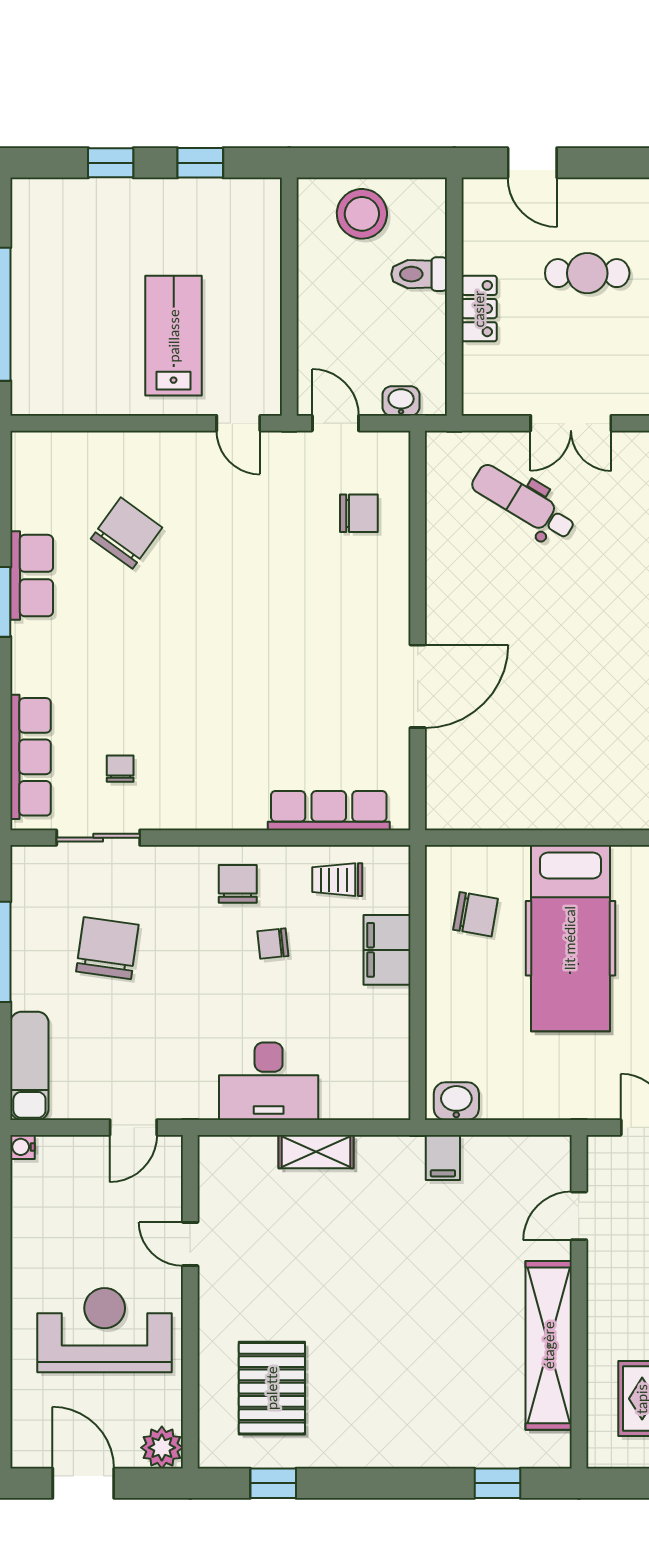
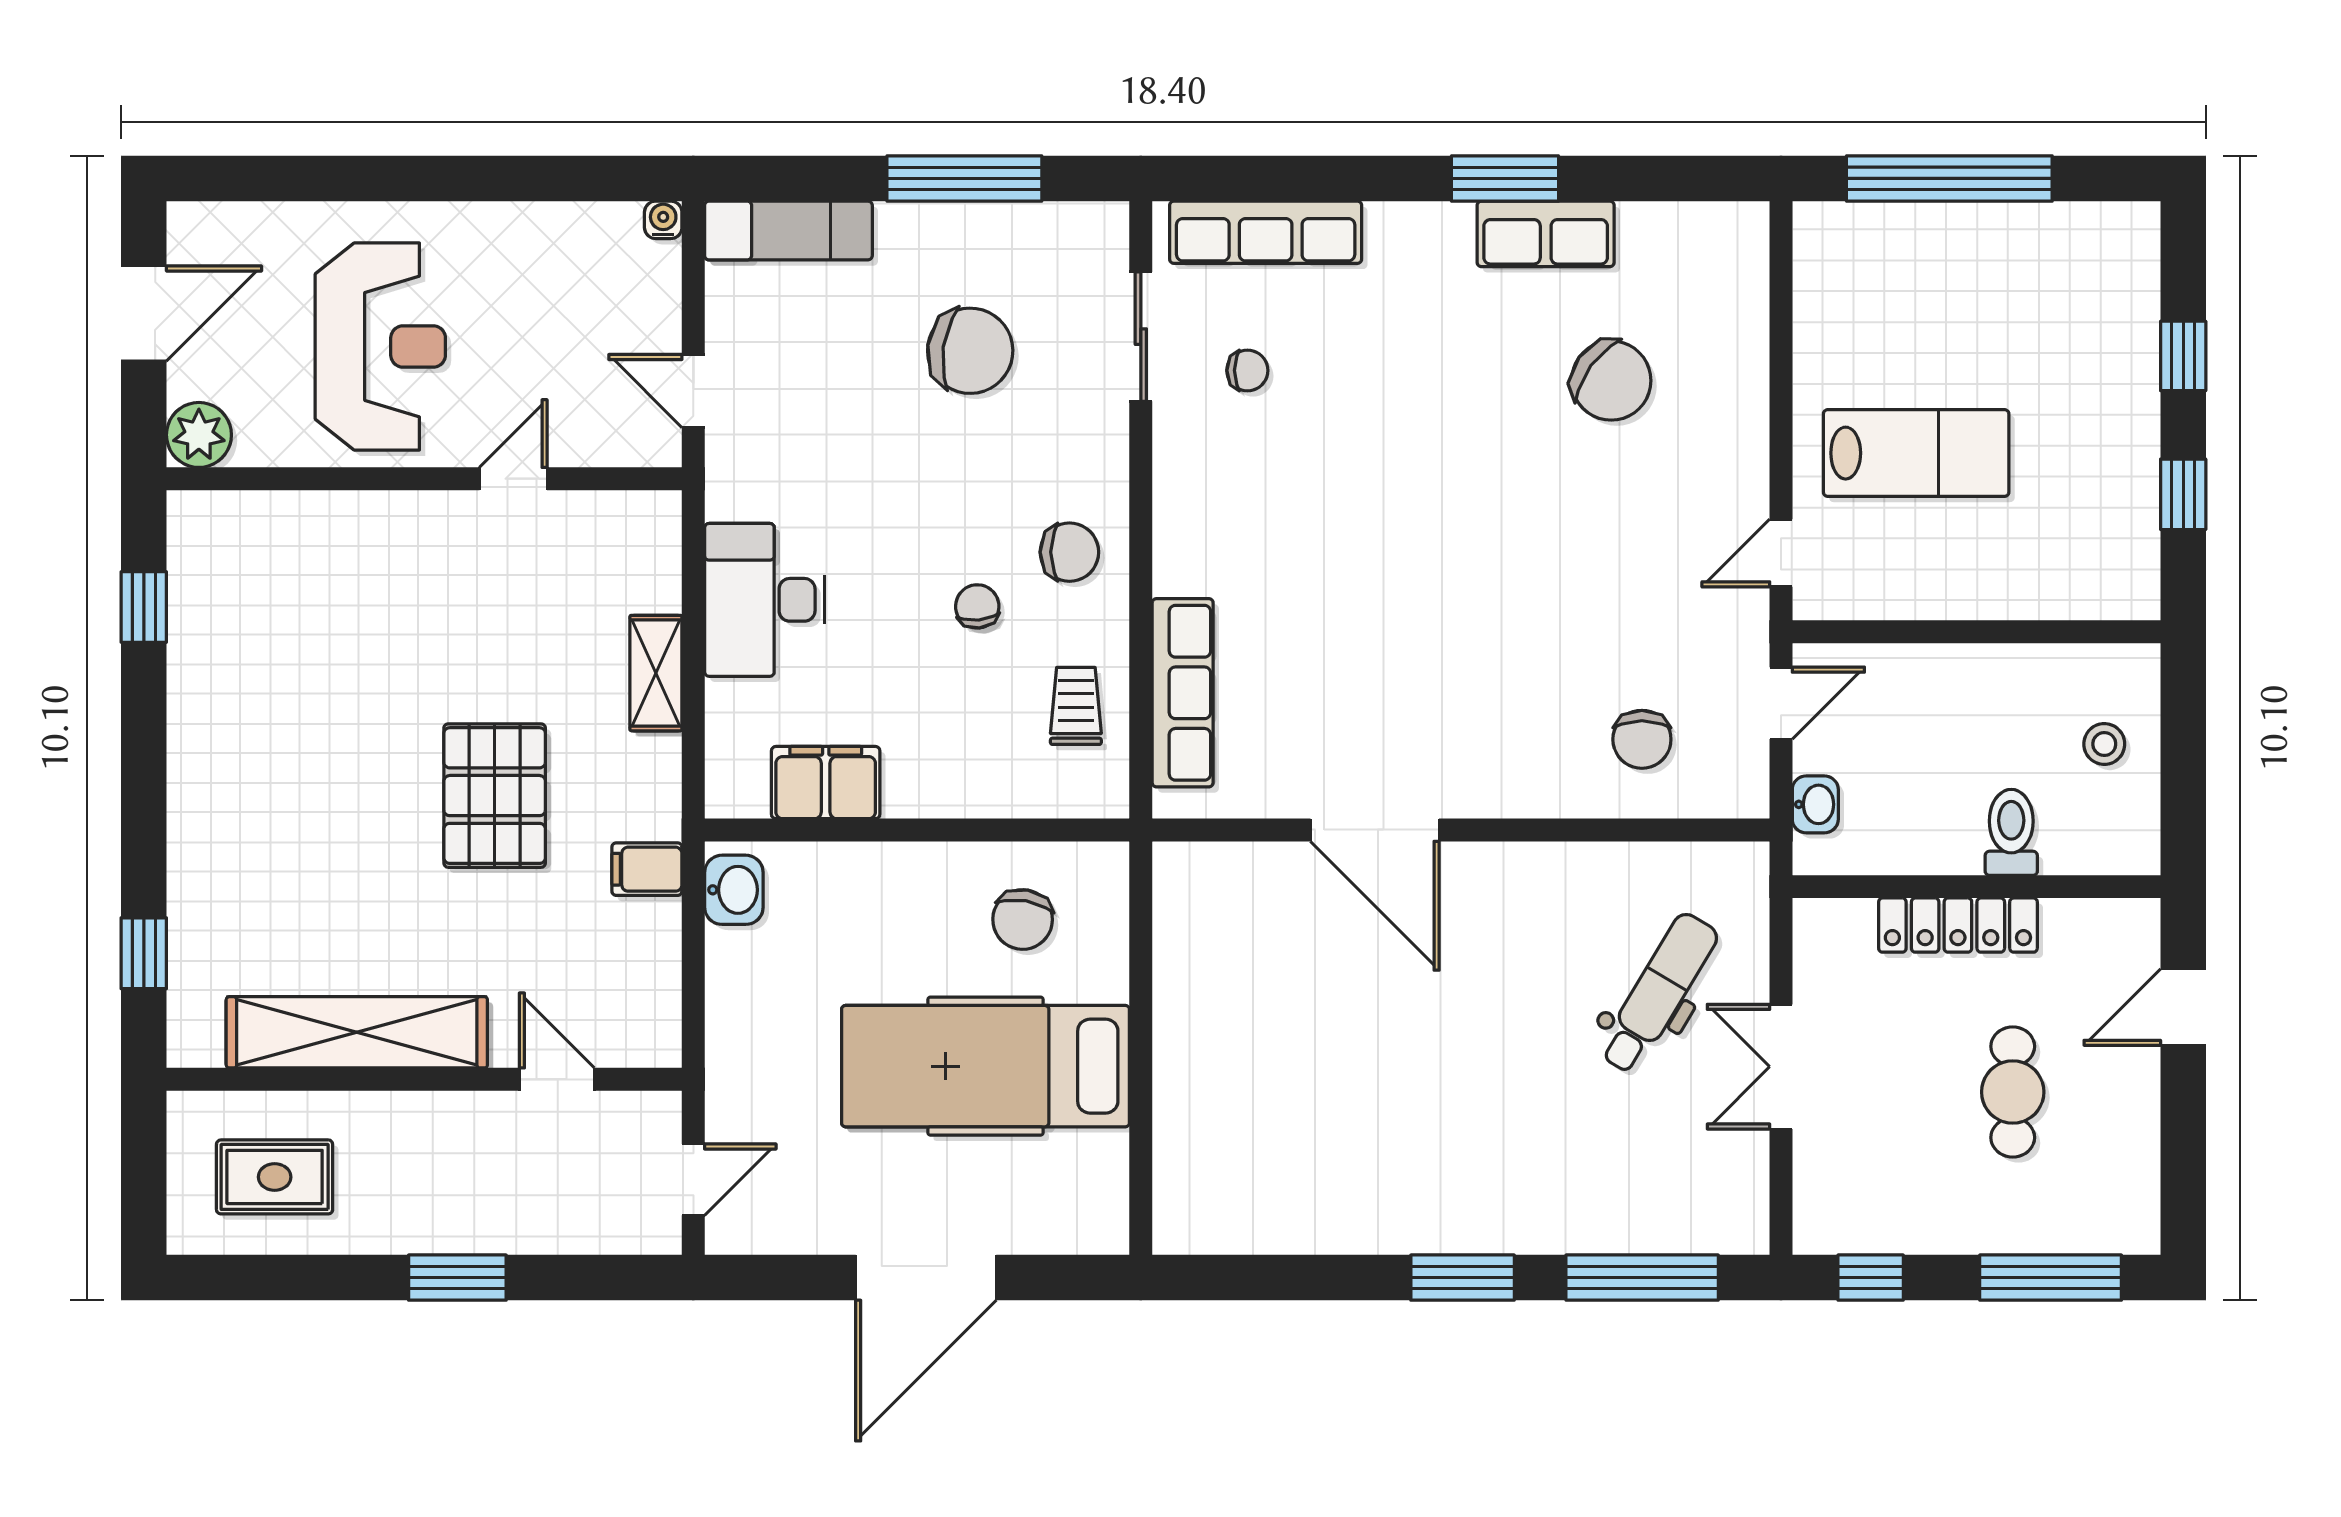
stool: (362, 214) -> (2104, 744), width x0.53, depth x0.53
locker: (479, 309) -> (1958, 925), width x1.53
filing cabinet: (387, 950) -> (826, 783), moved
pallet: (272, 1388) -> (495, 796), moved, turned 90

